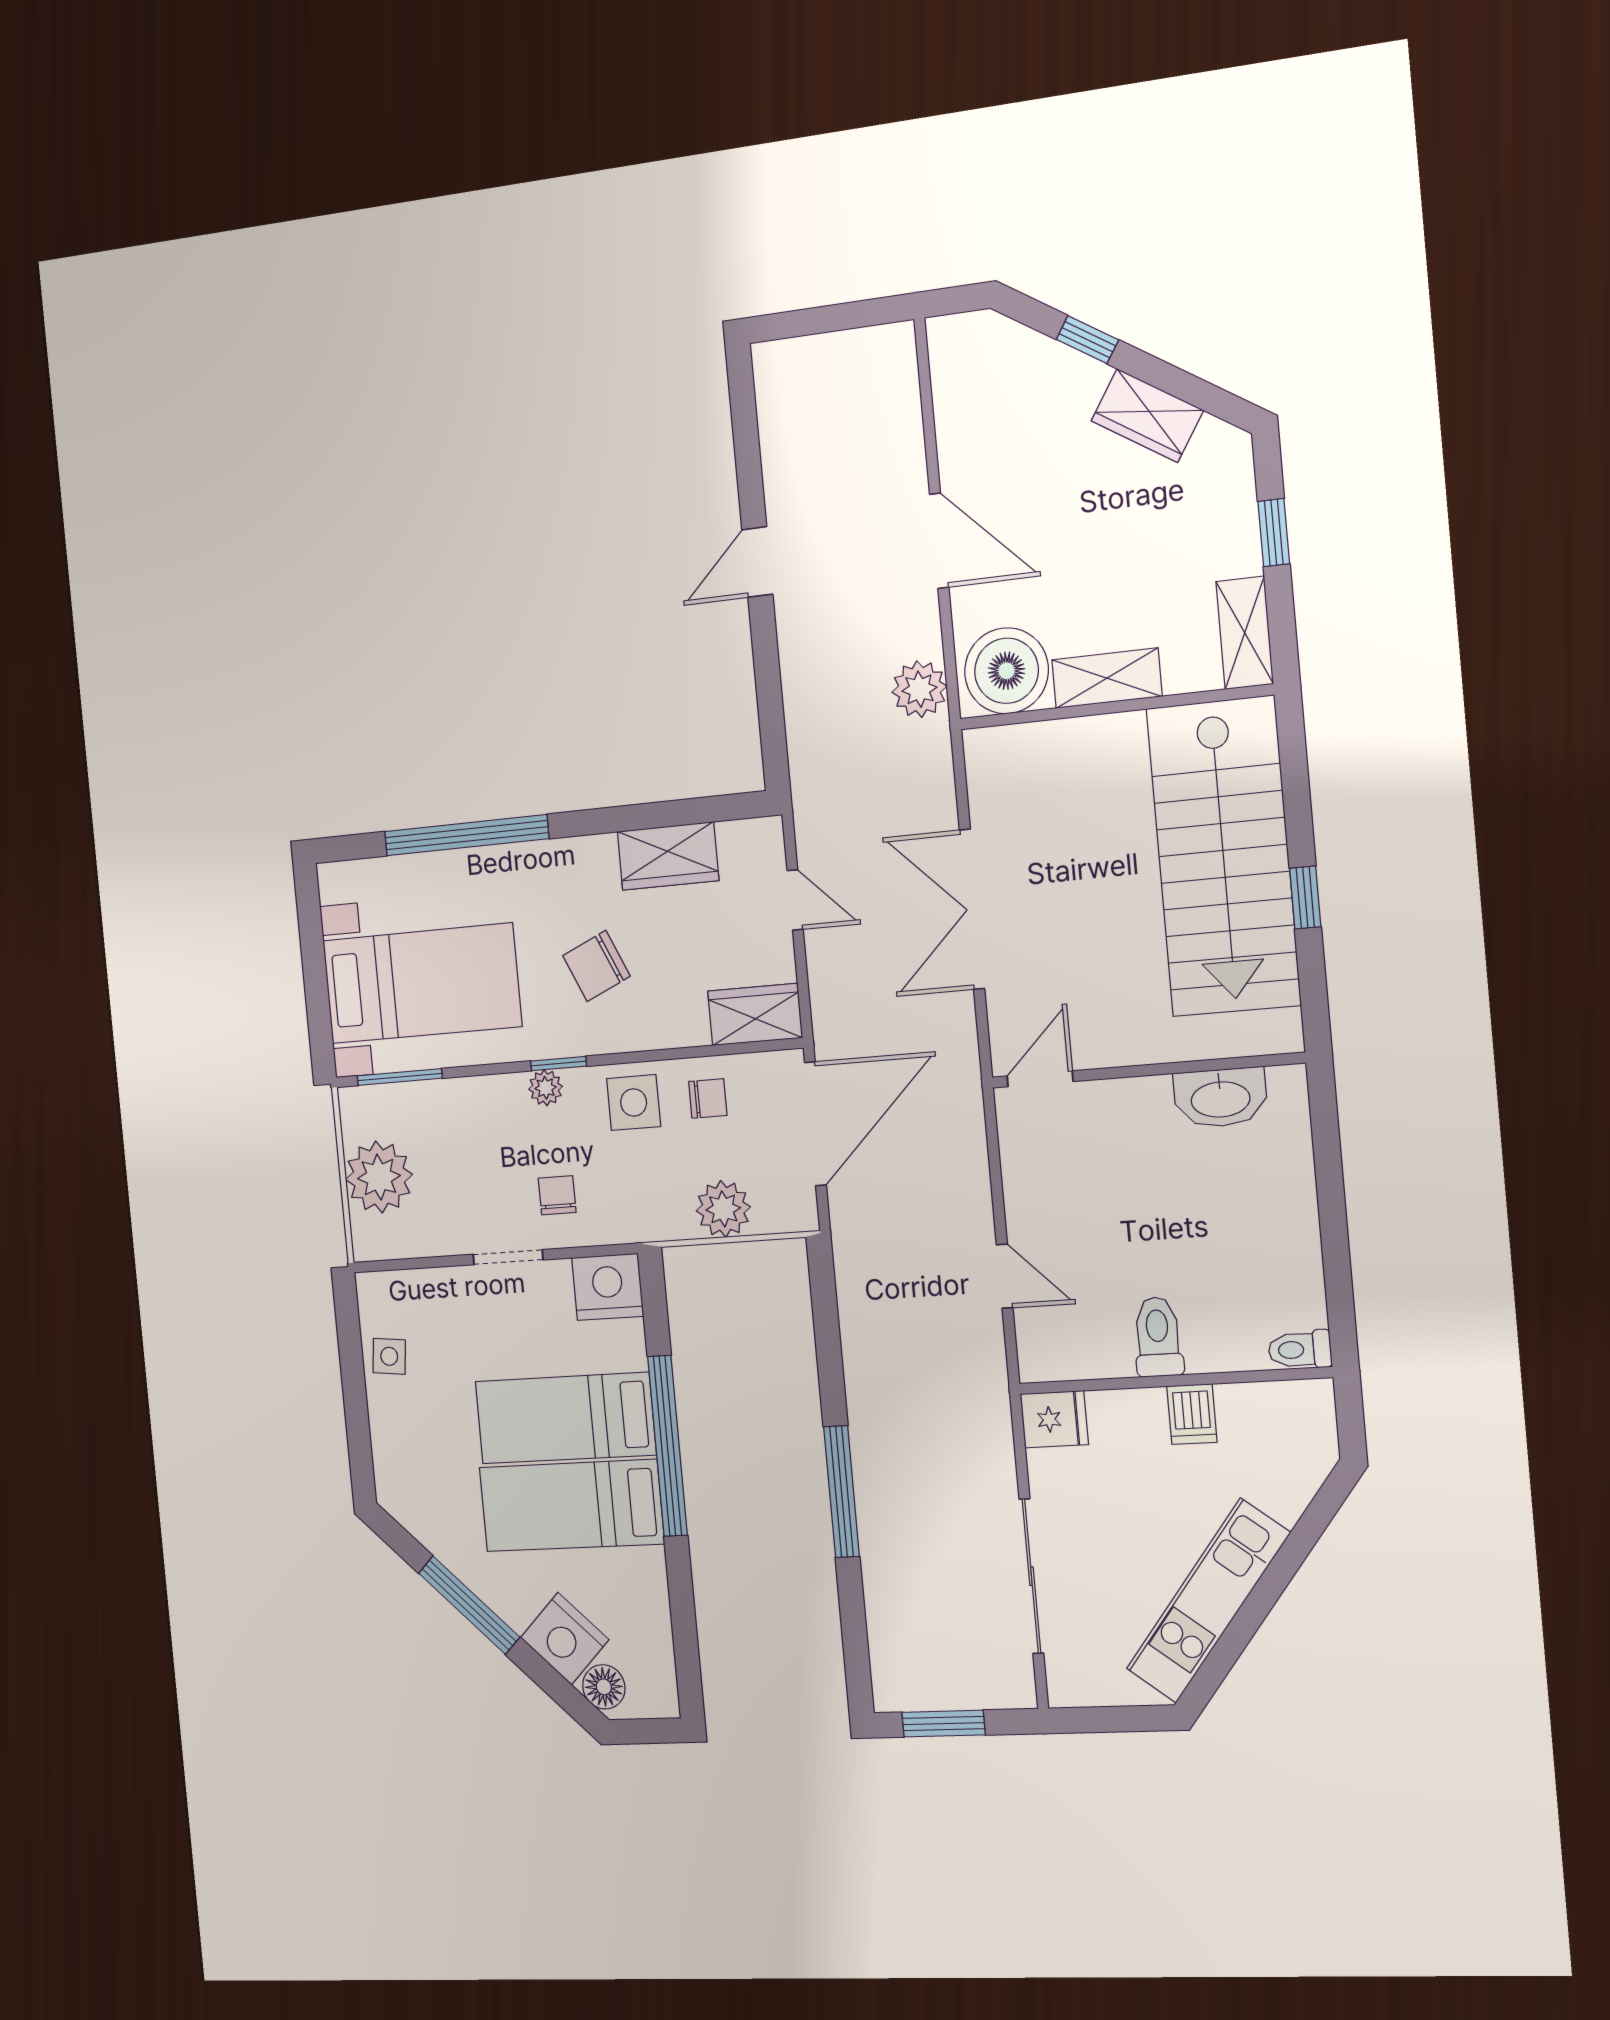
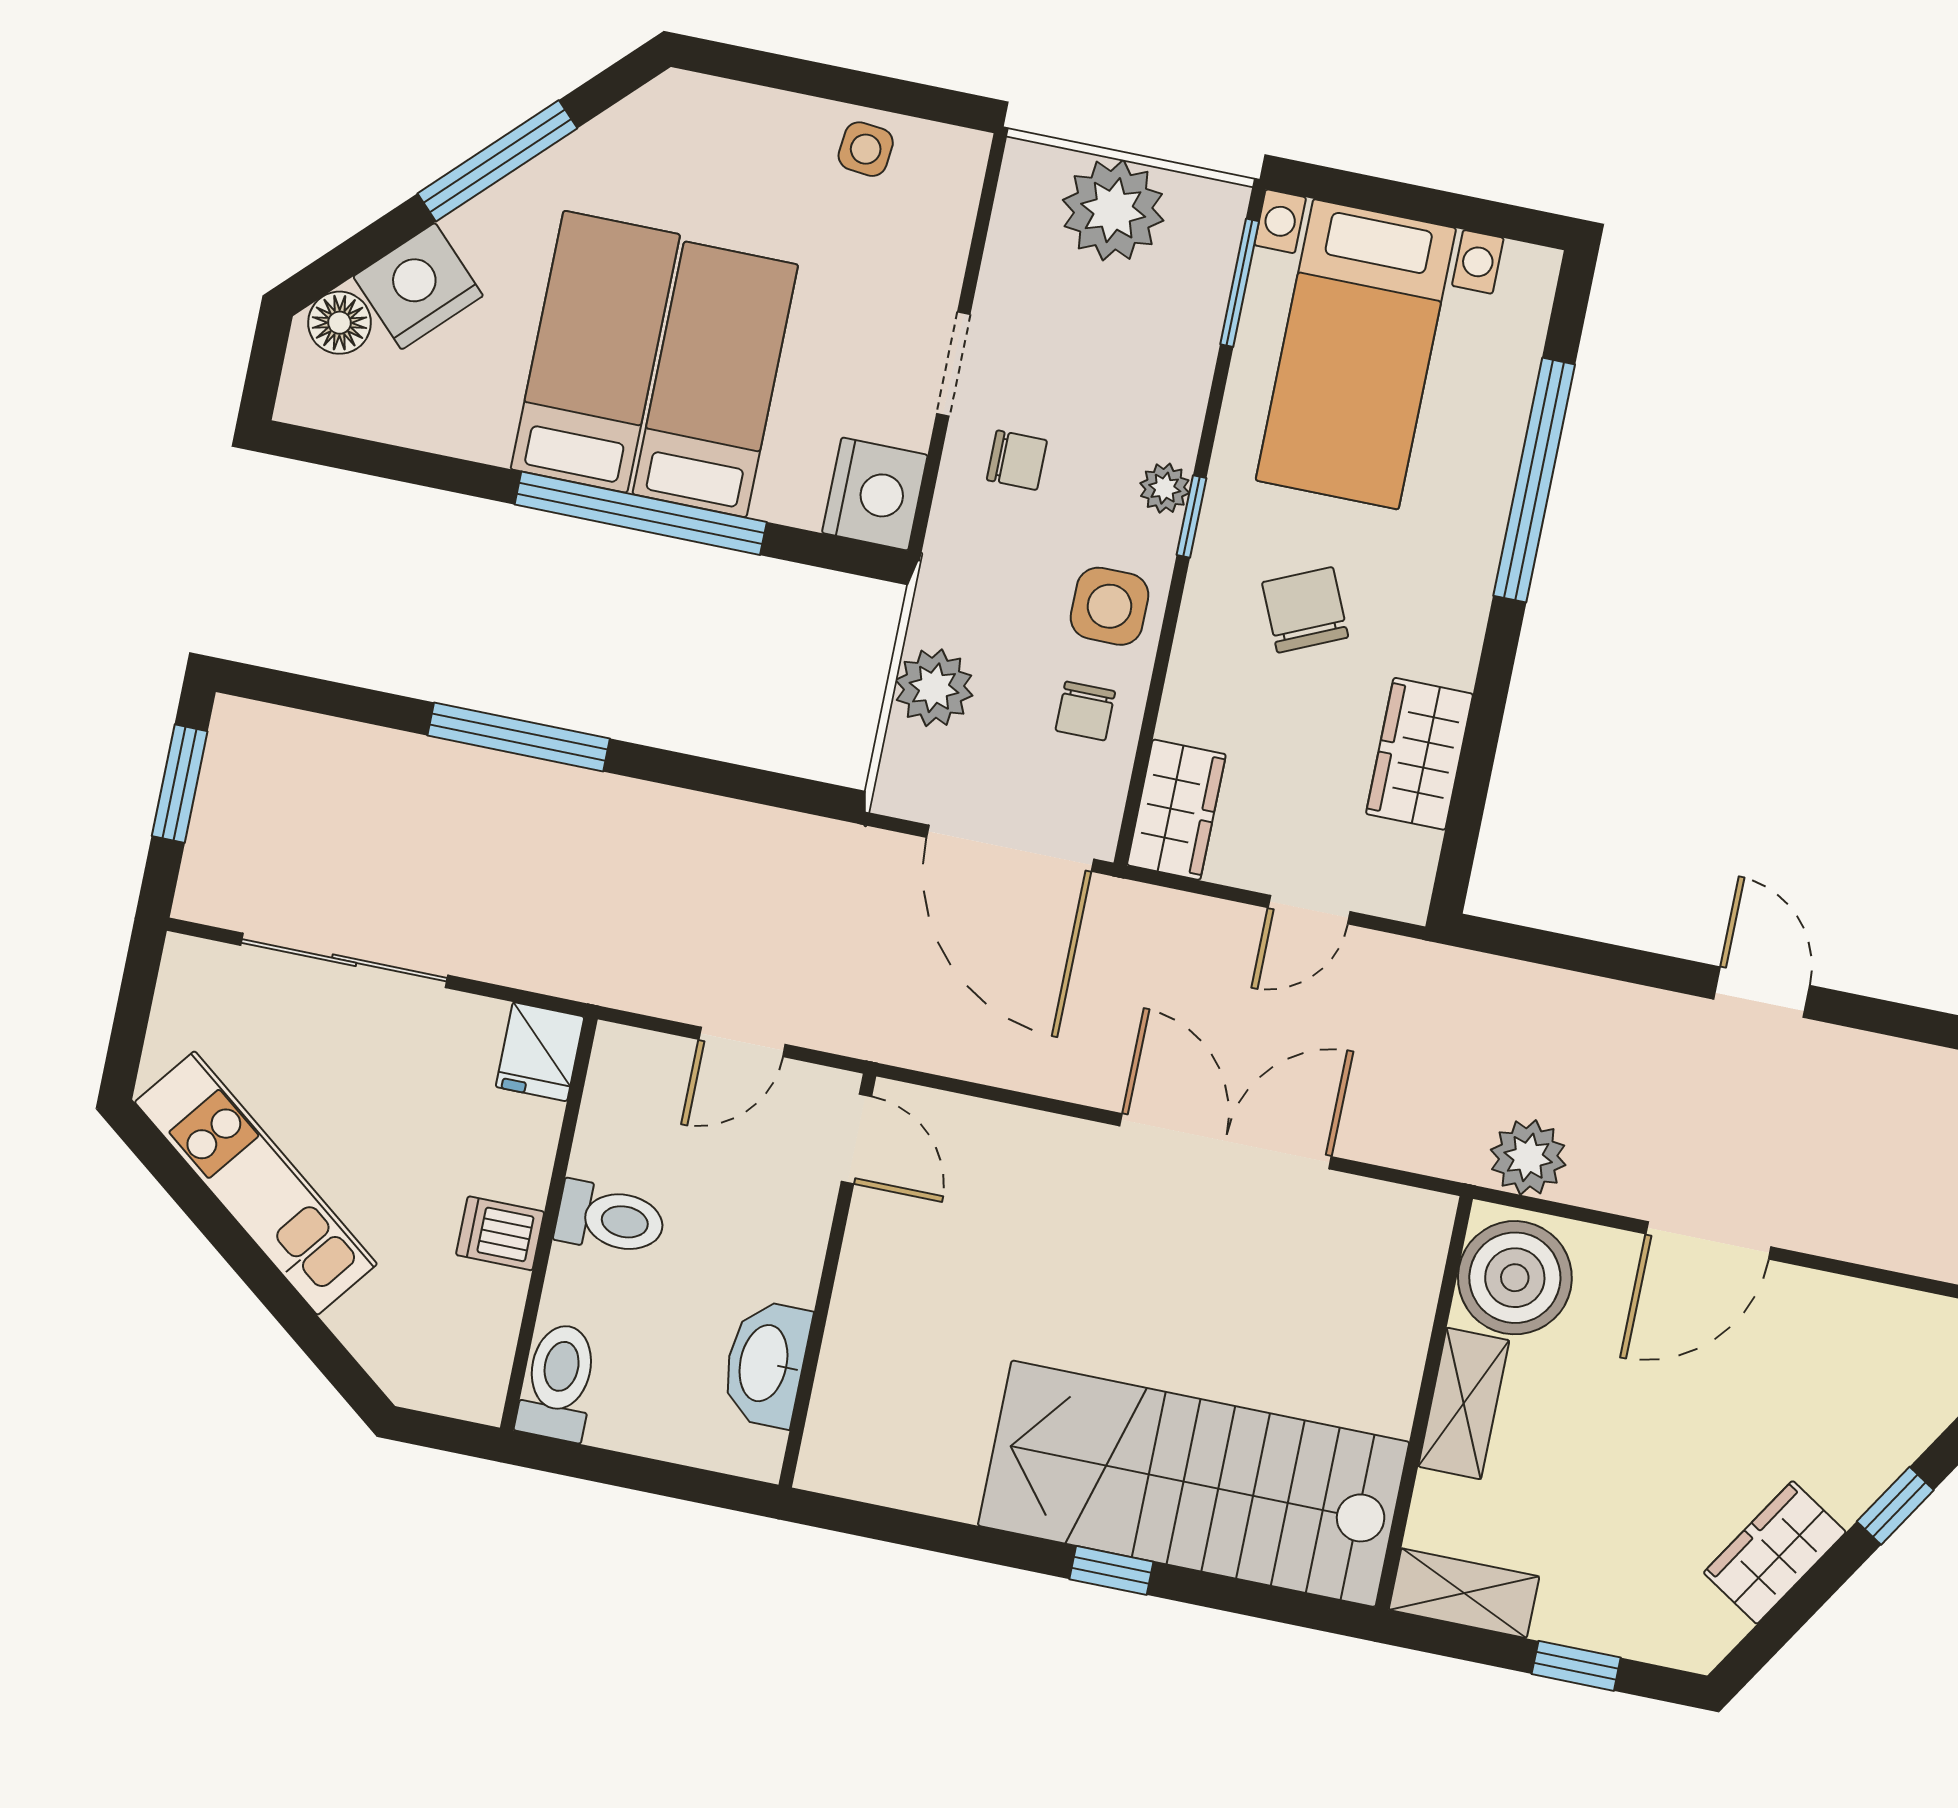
wall: (1147, 1070) -> (827, 1281), moved
door: (1040, 1079) -> (856, 1139), moved
washbasin: (1220, 1098) -> (766, 1364), moved
toilet: (1300, 1350) -> (558, 1382), width x1.37, depth x1.39

